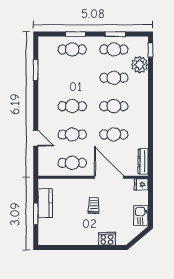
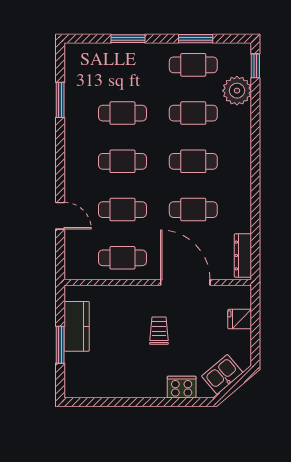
cafe table: (72, 49) -> (122, 113), moved
fridge: (141, 184) -> (240, 319), moved
kitchen sink: (141, 215) -> (222, 374), moved, turned 50

